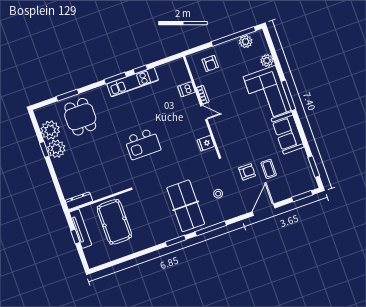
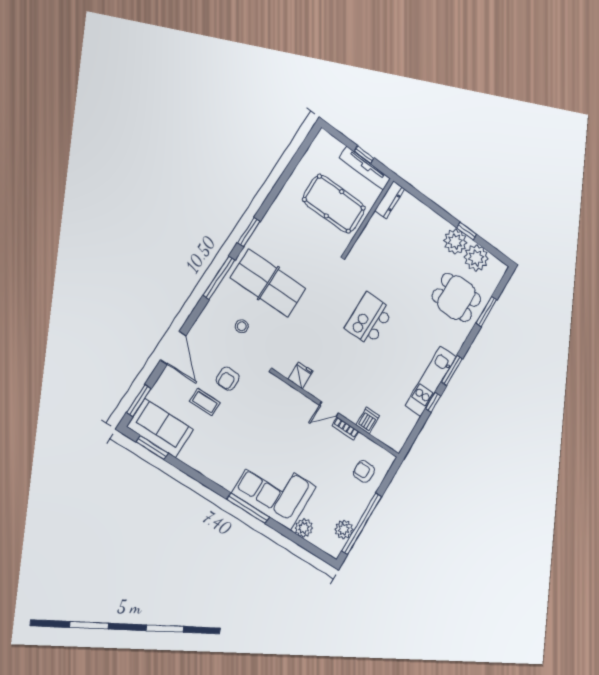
sofa: (288, 133) -> (160, 428), moved

